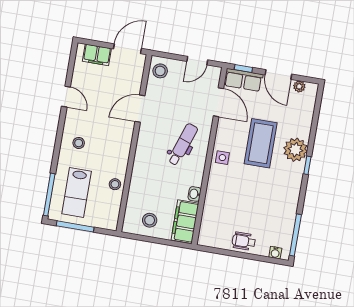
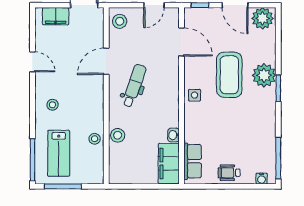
row of seats: (243, 80) -> (193, 161), moved, turned -90
plant: (299, 86) -> (262, 18), width x1.87, depth x1.87
dental chair: (183, 144) -> (134, 86), moved
window: (307, 165) -> (278, 88), width x1.50
stool: (150, 220) -> (118, 135), moved

